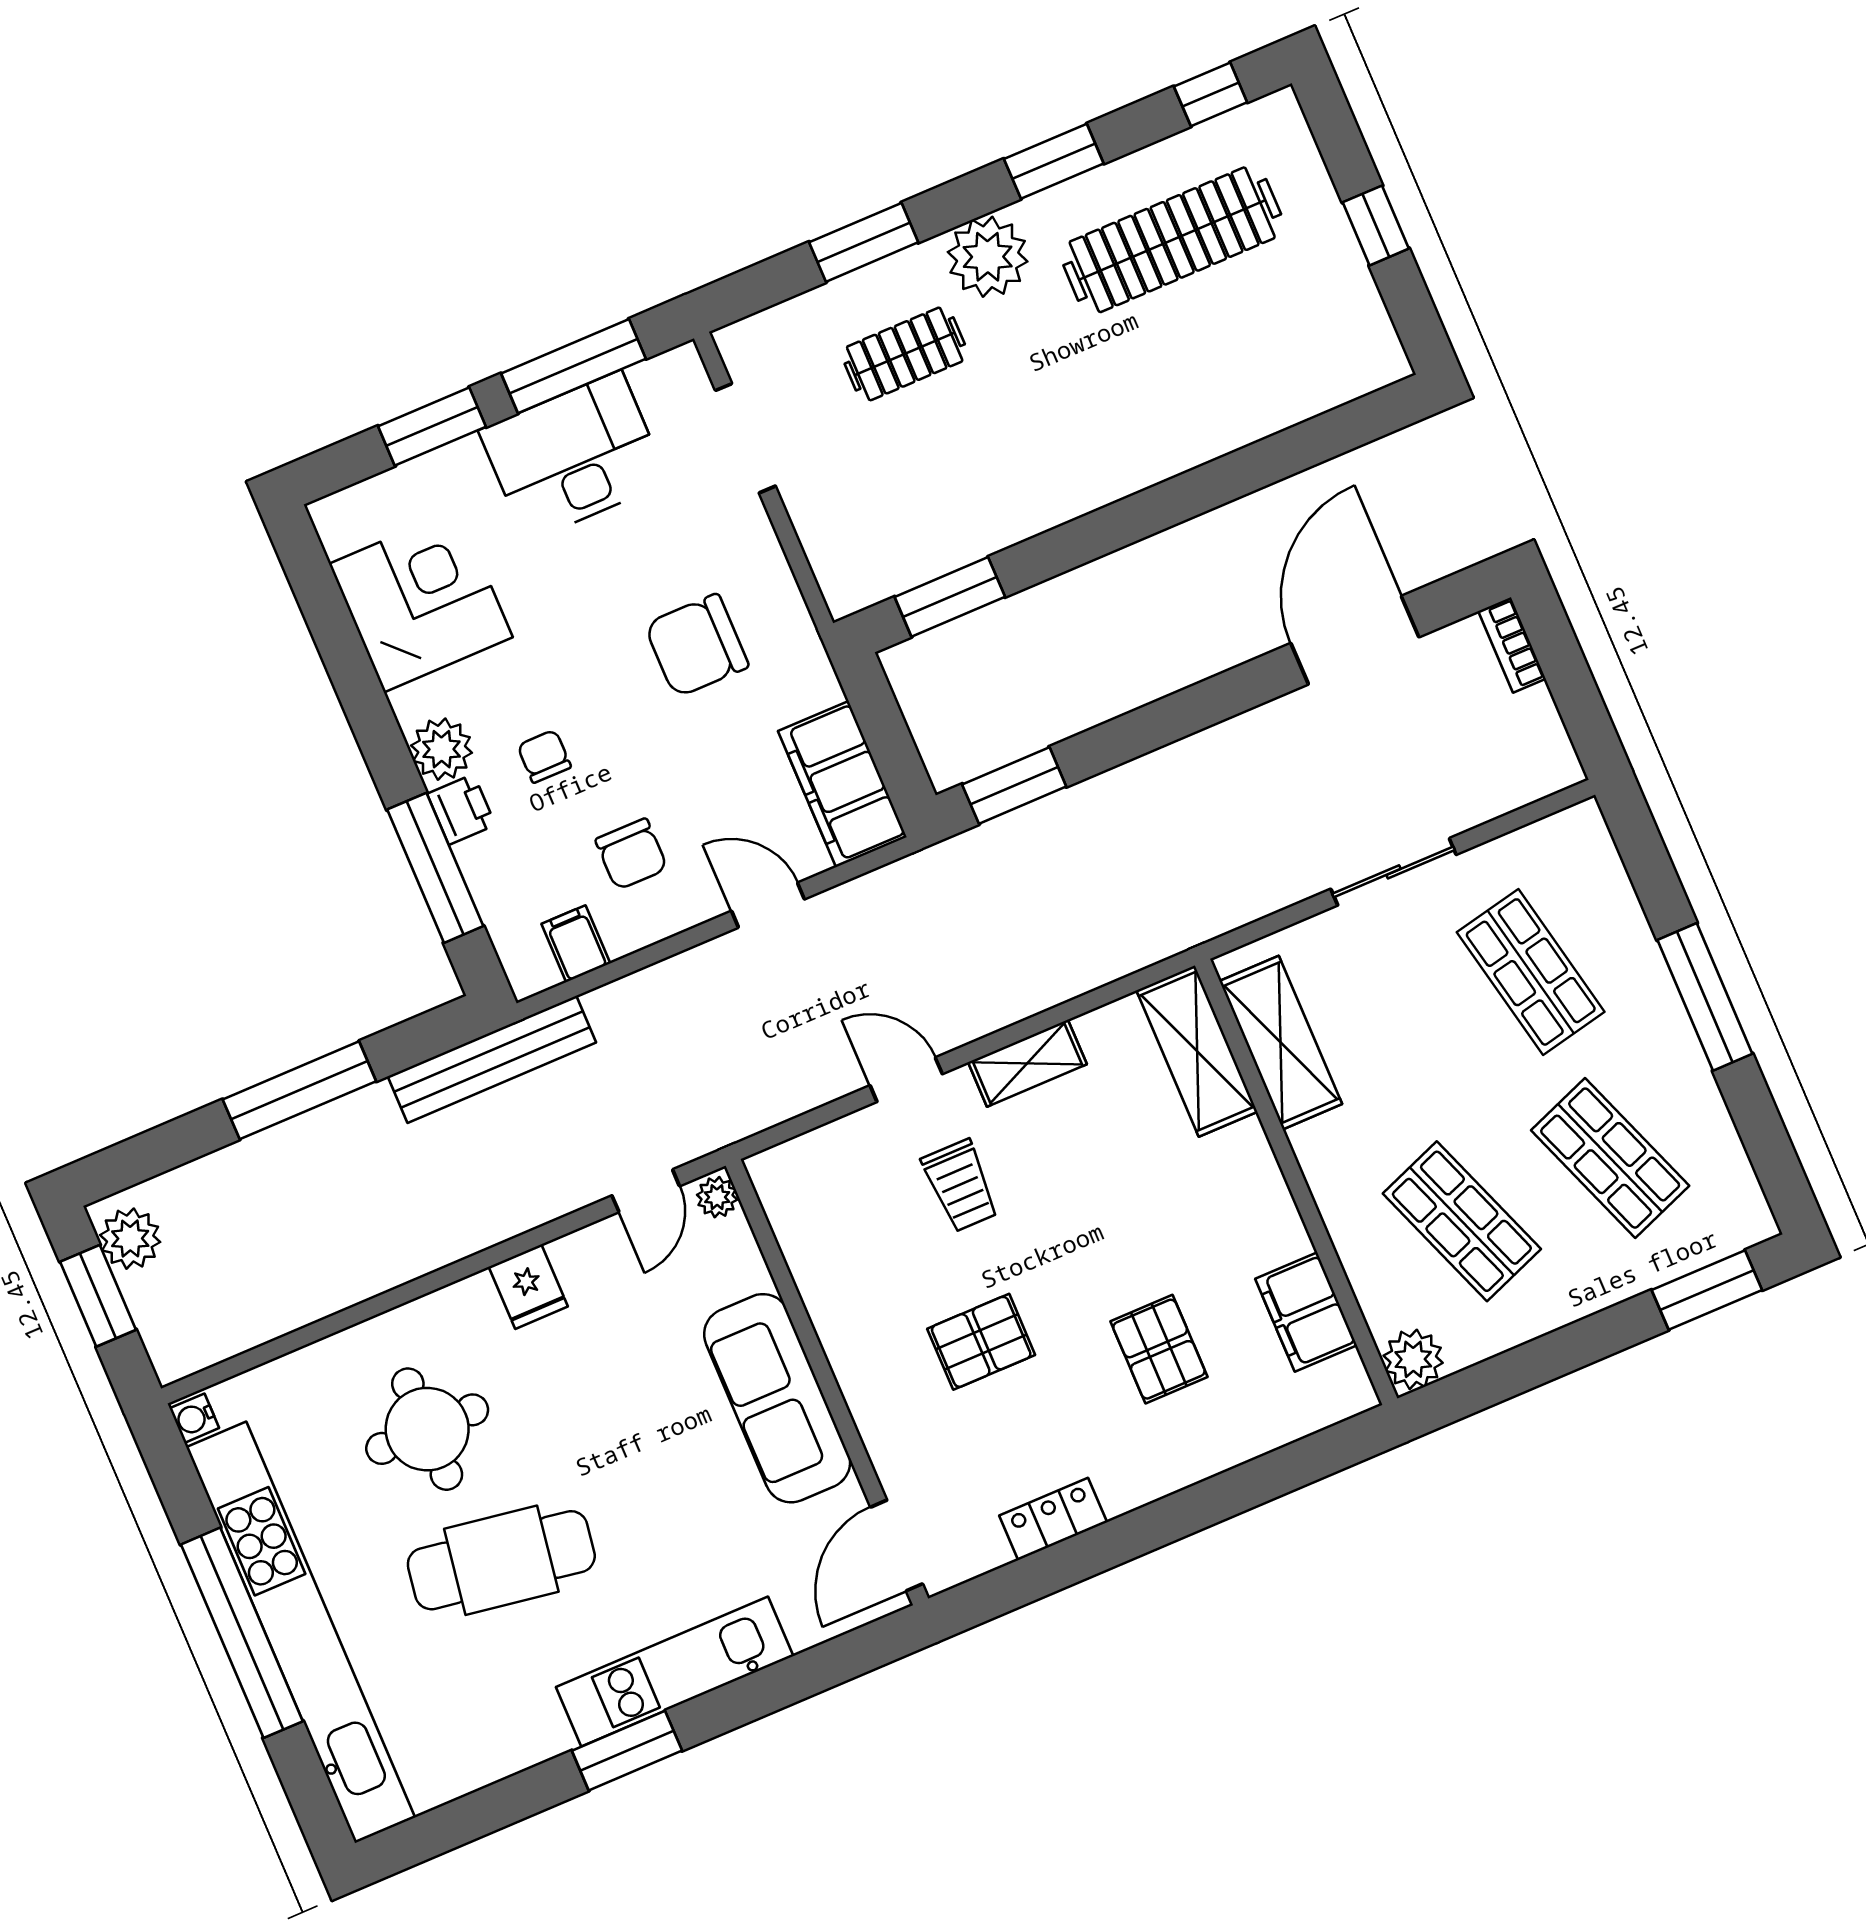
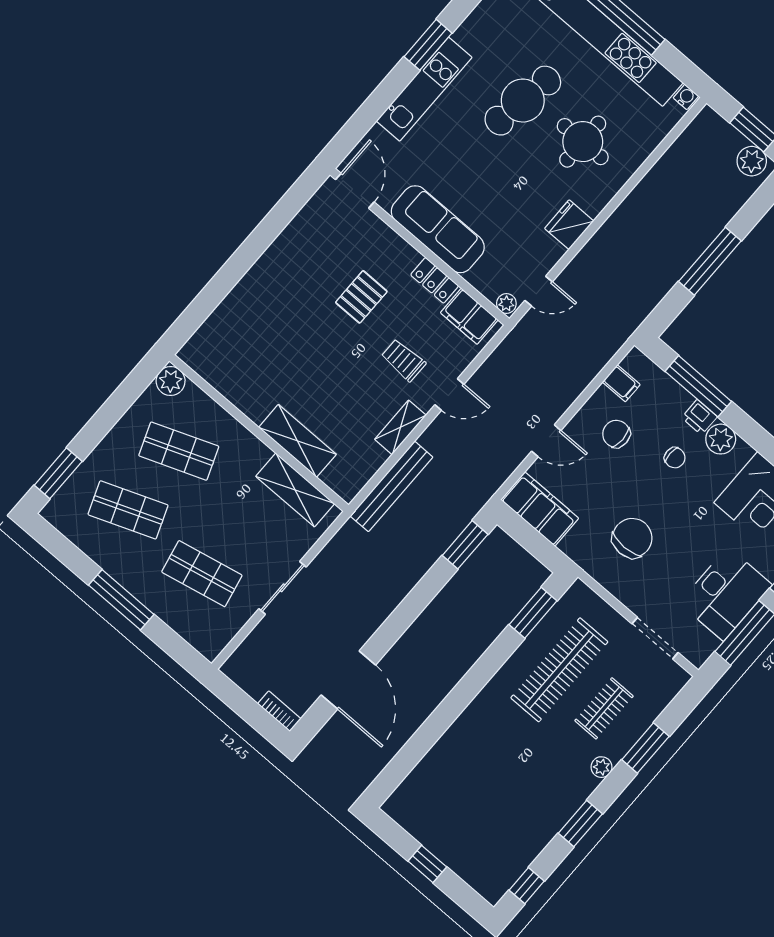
clothes rail: (1172, 240) -> (559, 670), moved
plant: (988, 257) -> (602, 767), width x0.53, depth x0.53
shelving: (1197, 1051) -> (297, 441), moved
bench: (492, 1059) -> (391, 486), moved
door: (646, 1191) -> (539, 291), swing flipped
fridge: (528, 1287) -> (569, 225), width x1.38
filing cabinet: (1306, 1312) -> (469, 316), moved, turned 180
pallet: (1159, 1349) -> (283, 331), removed
locker: (1053, 1519) -> (435, 280), moved, turned 90

